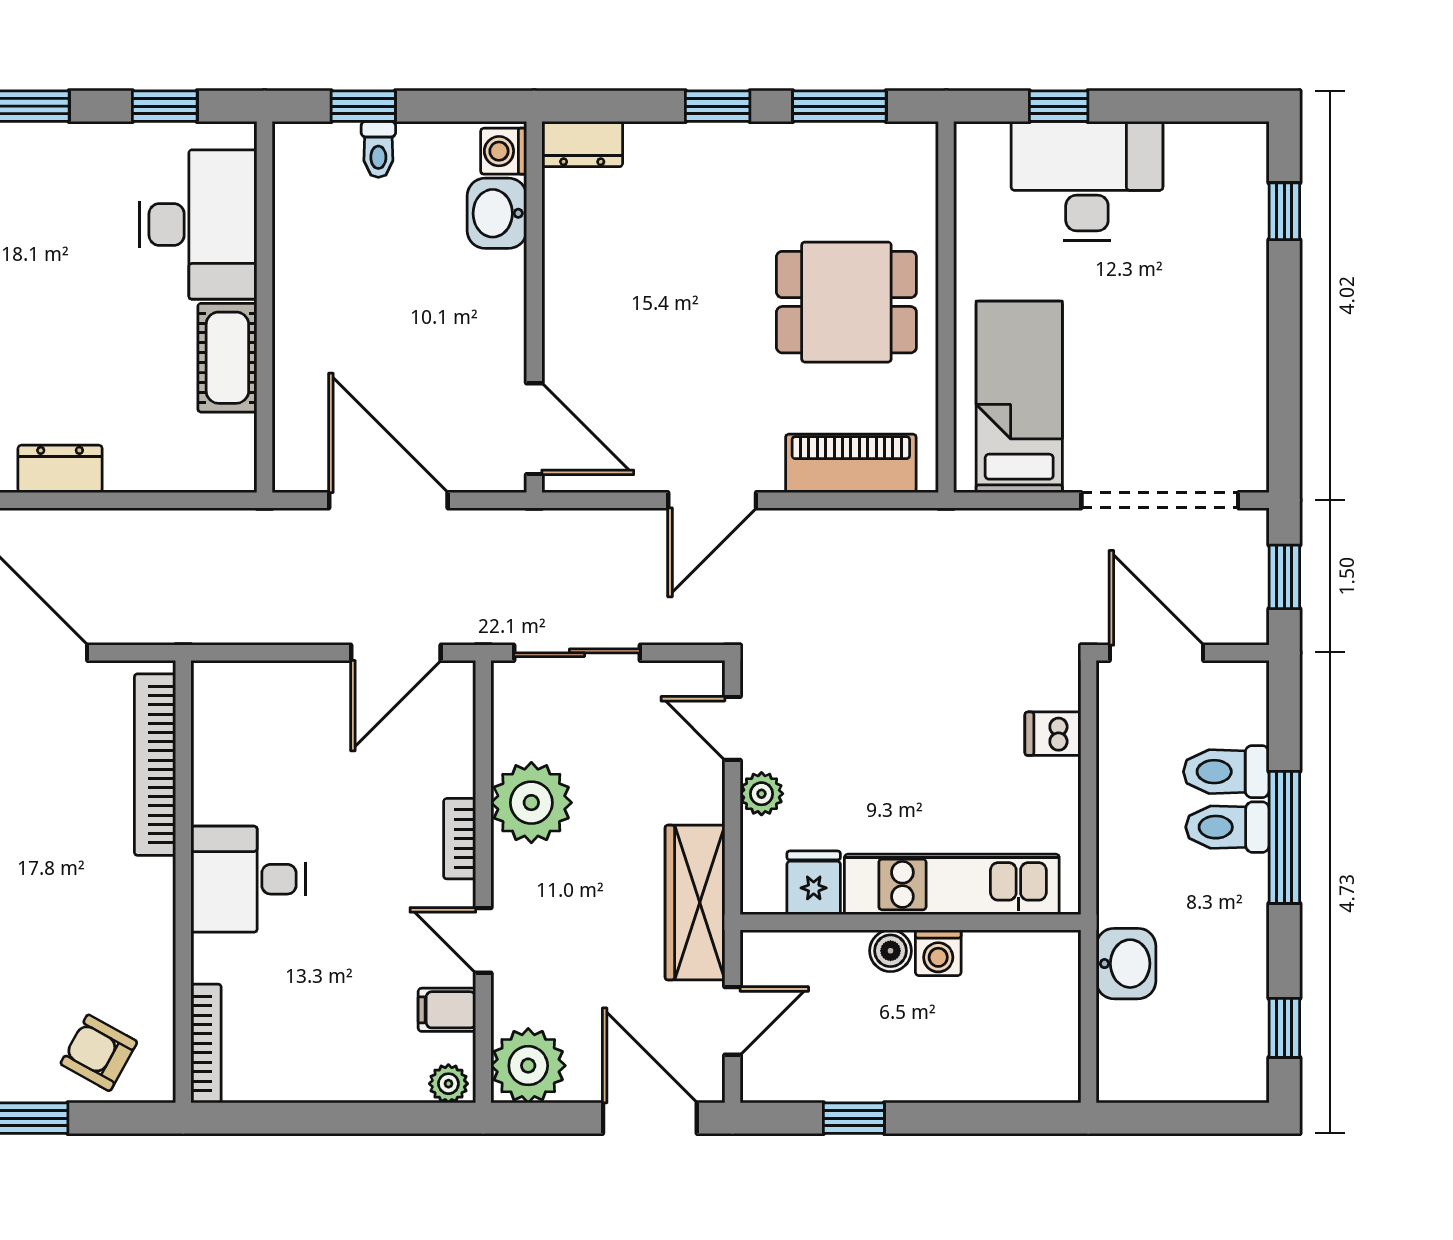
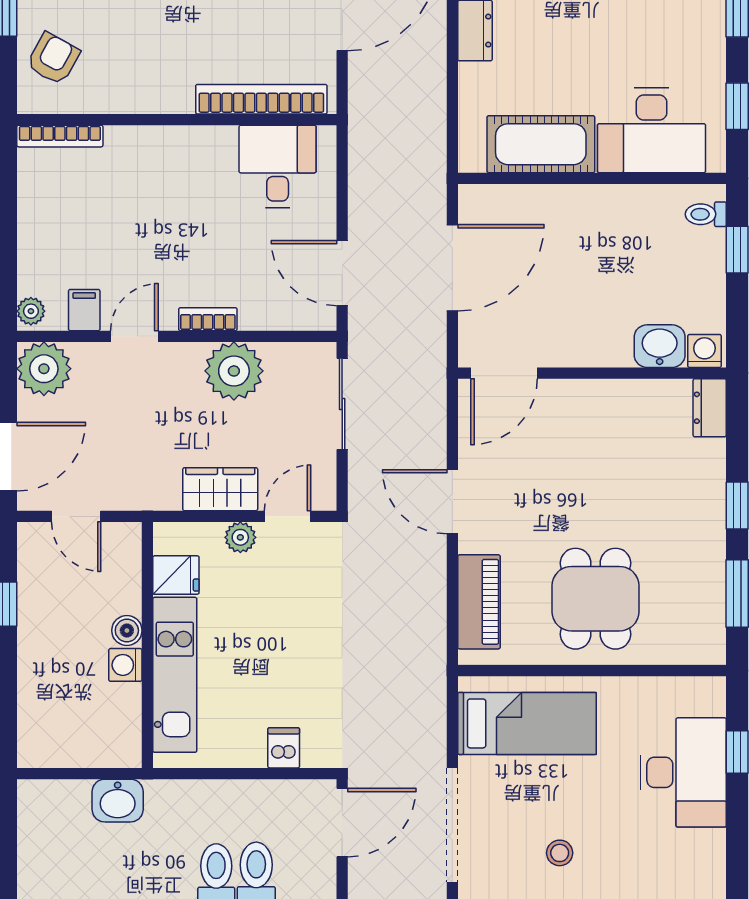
toilet: (378, 149) -> (706, 214), moved
stool: (1198, 352) -> (560, 853), added
cot: (227, 358) -> (541, 144), width x1.37, depth x1.34
desk: (248, 879) -> (278, 166), moved
wardrobe: (695, 903) -> (220, 489), moved, width x0.67

